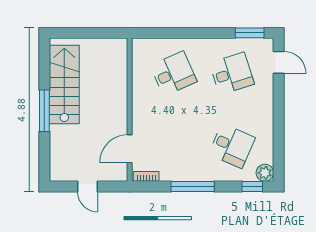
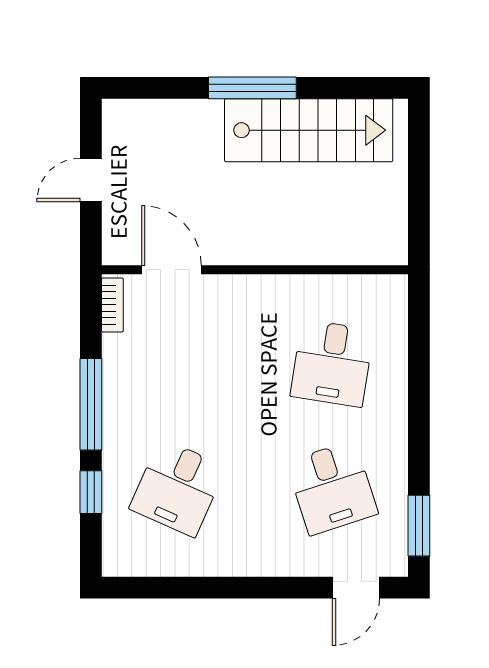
desk: (173, 74) -> (332, 363), turned 33
plant: (265, 173) -> (120, 558), removed
window: (252, 187) -> (91, 492), moved

